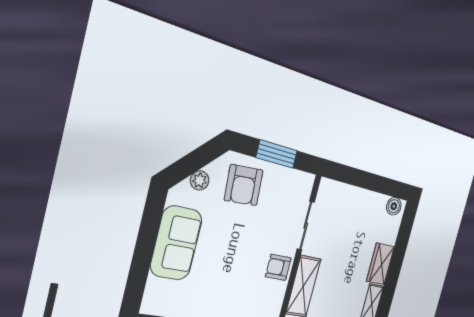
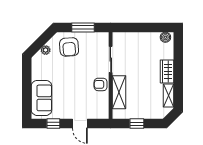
sofa: (176, 243) -> (42, 98), moved

